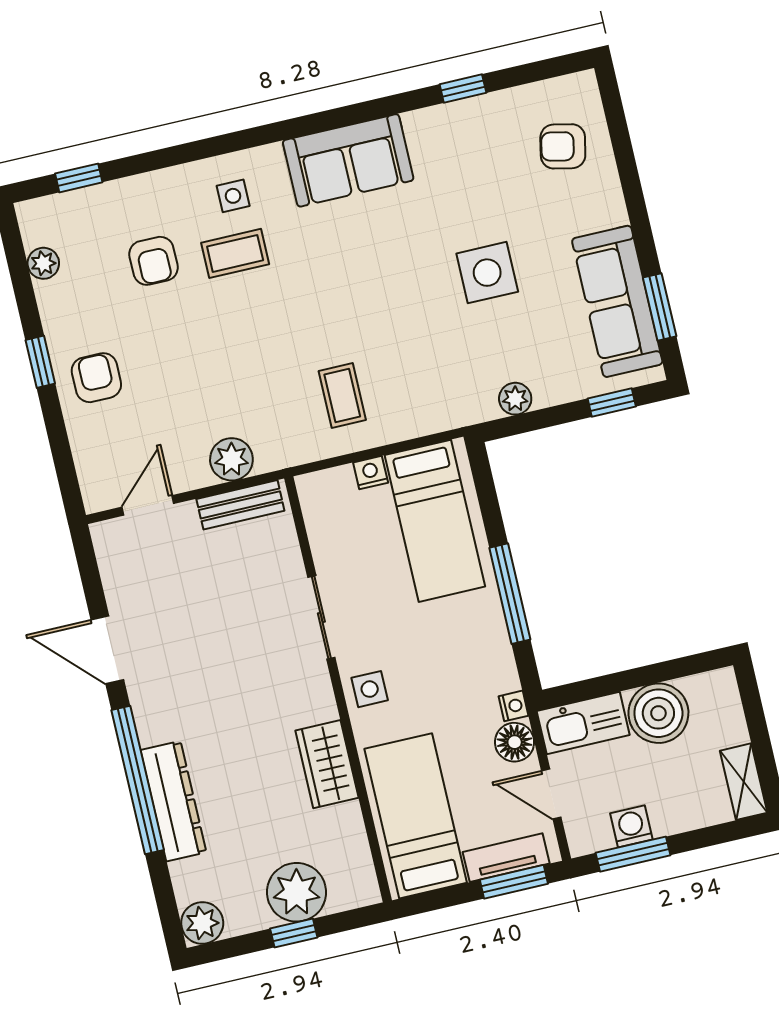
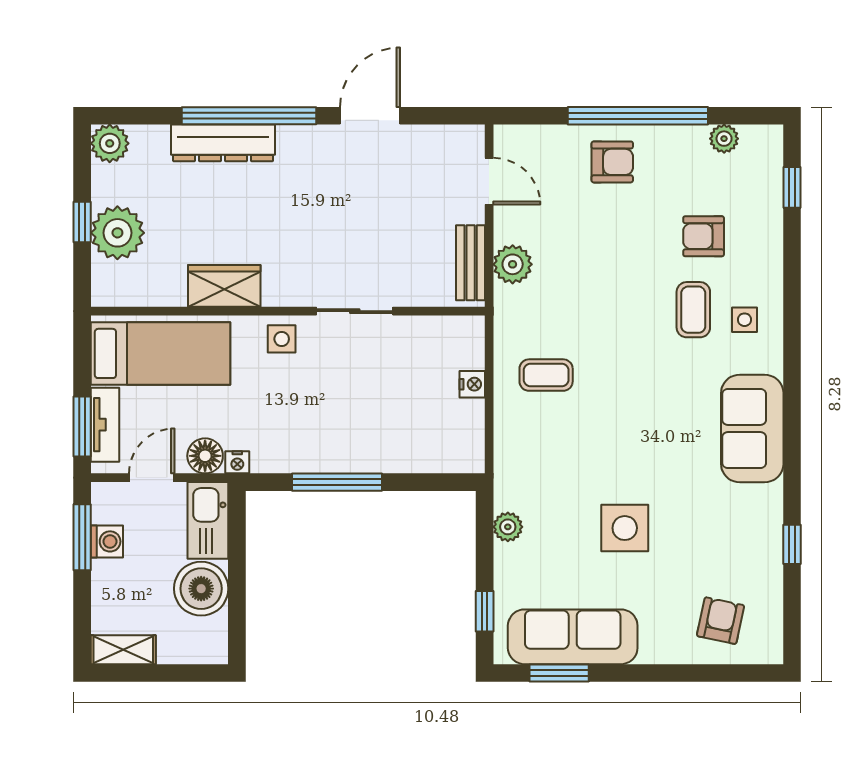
window: (40, 362) -> (638, 116), width x3.17
bed: (435, 521) -> (417, 431), removed

